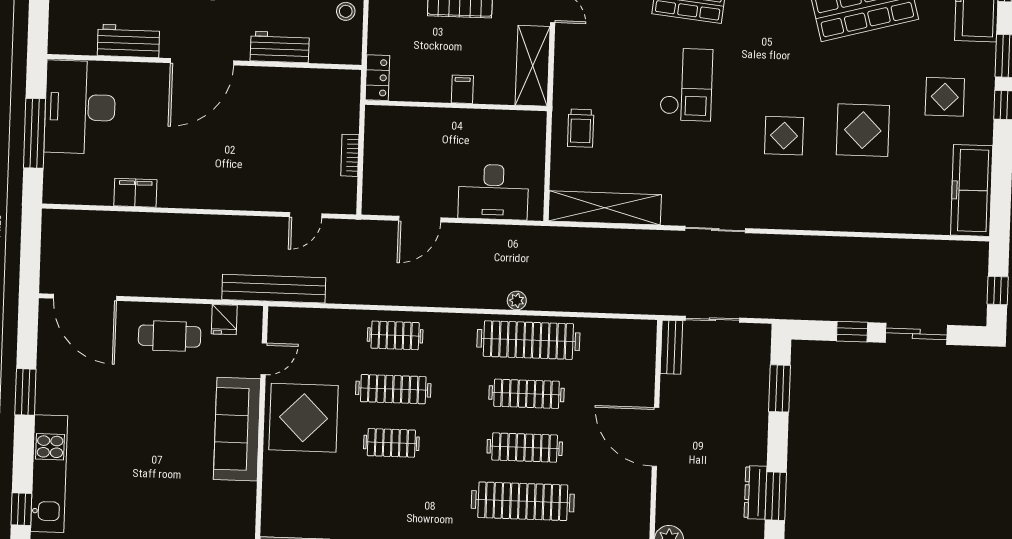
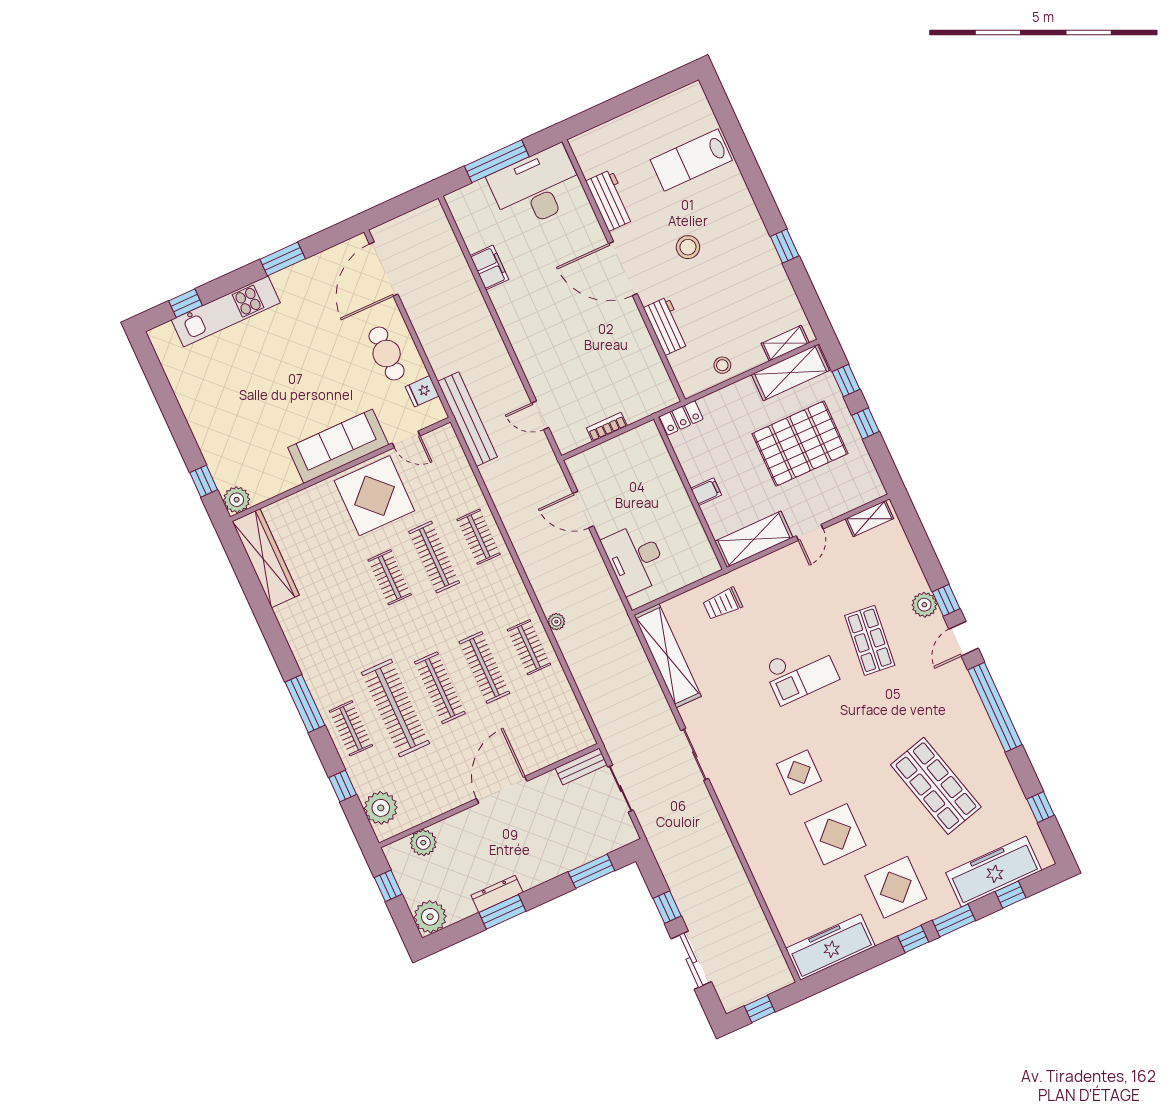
display table: (945, 97) -> (896, 887), width x1.36, depth x1.36
clothes rail: (528, 340) -> (529, 647), width x0.54, depth x0.76

